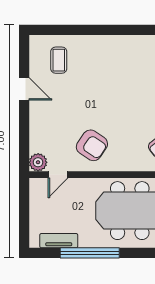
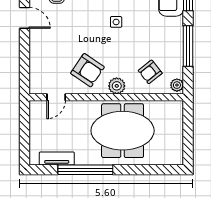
side table: (123, 93) -> (116, 22), added
plant: (38, 162) -> (117, 86), moved

